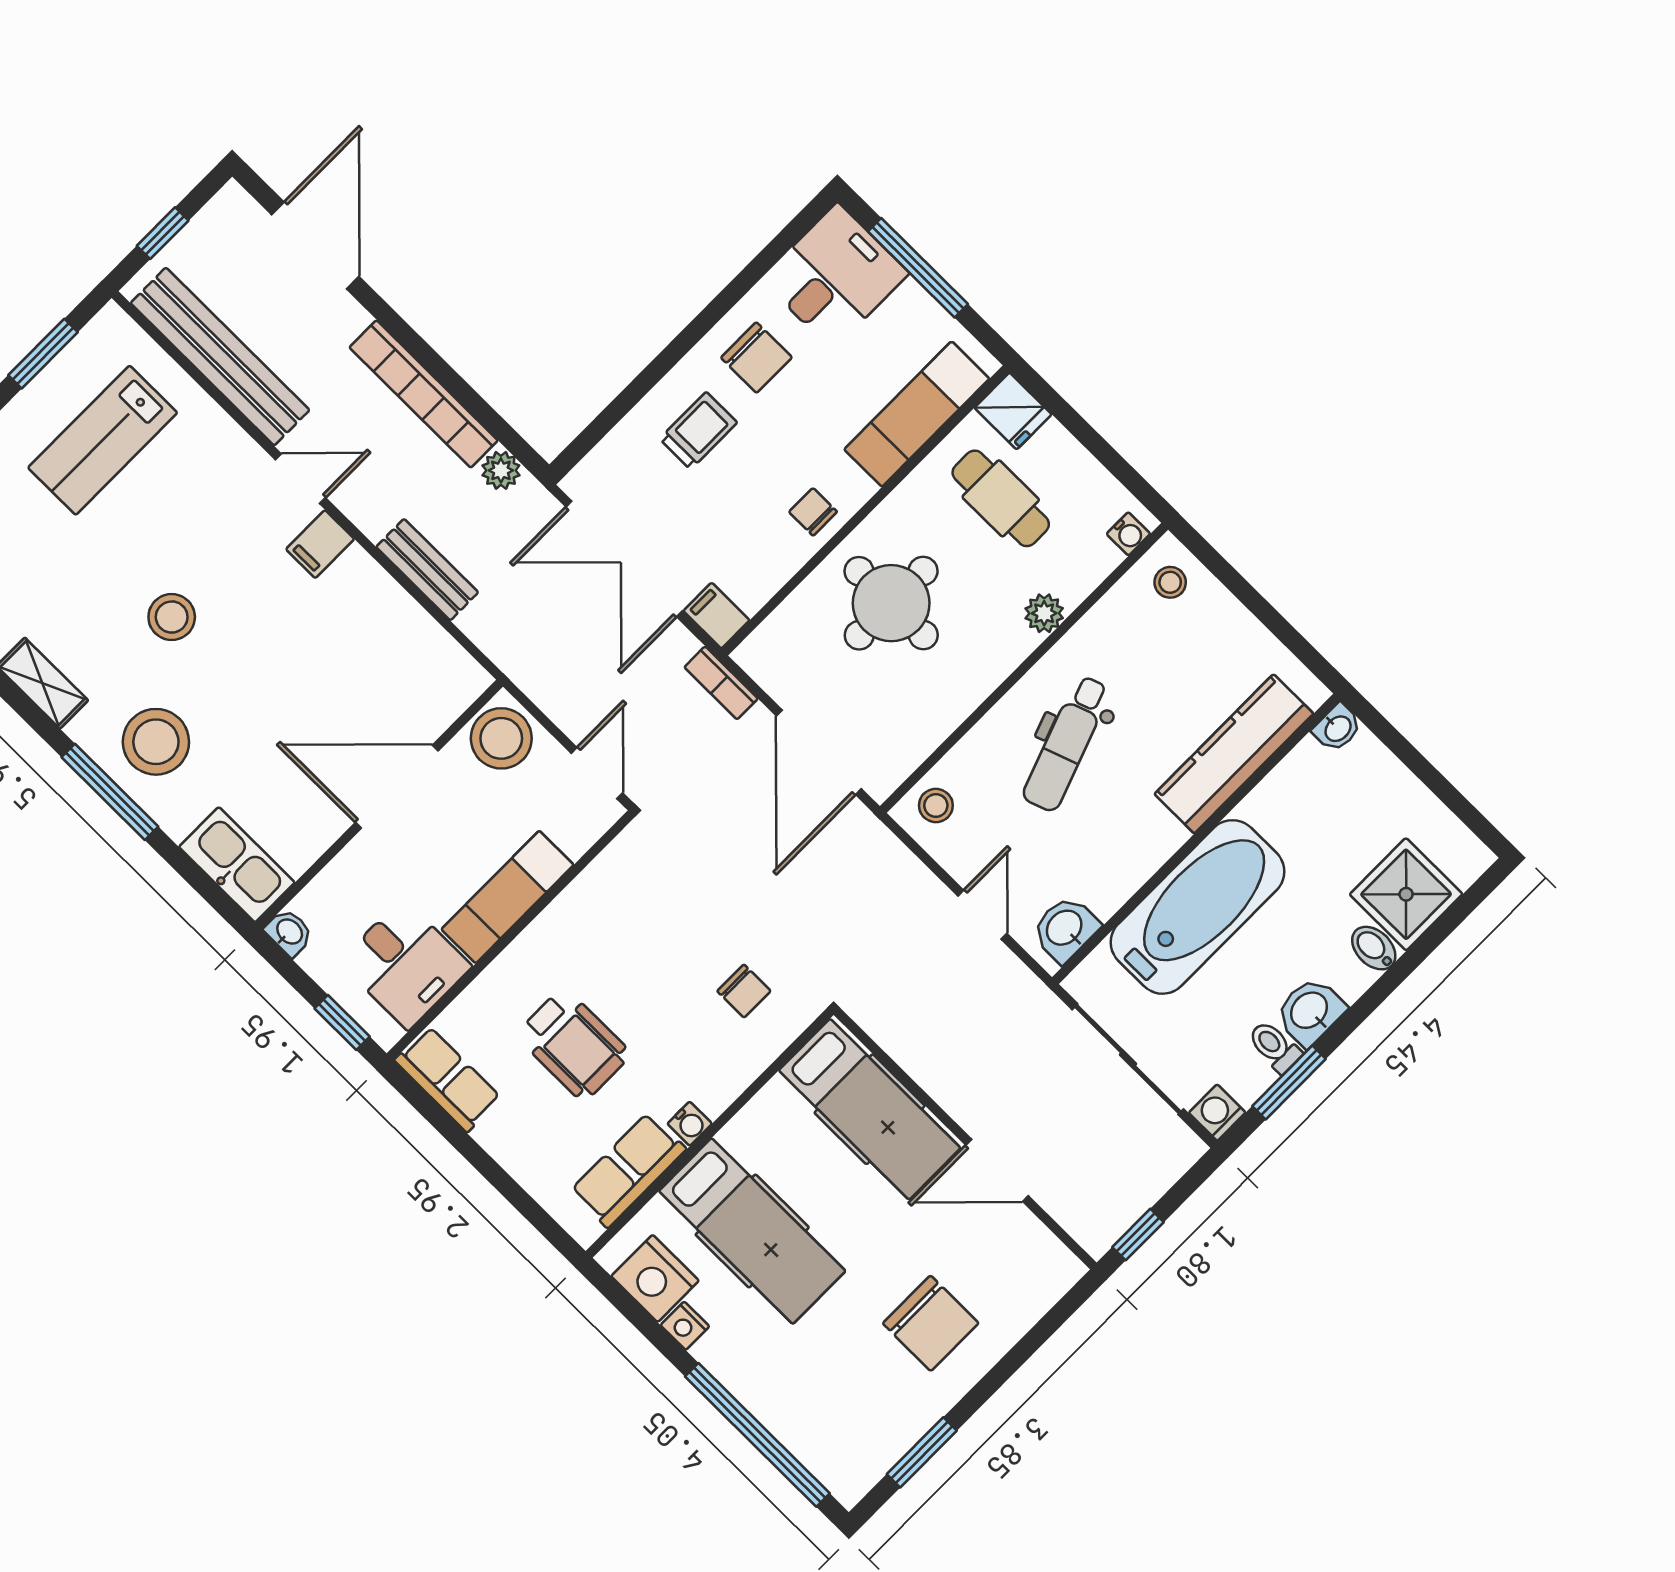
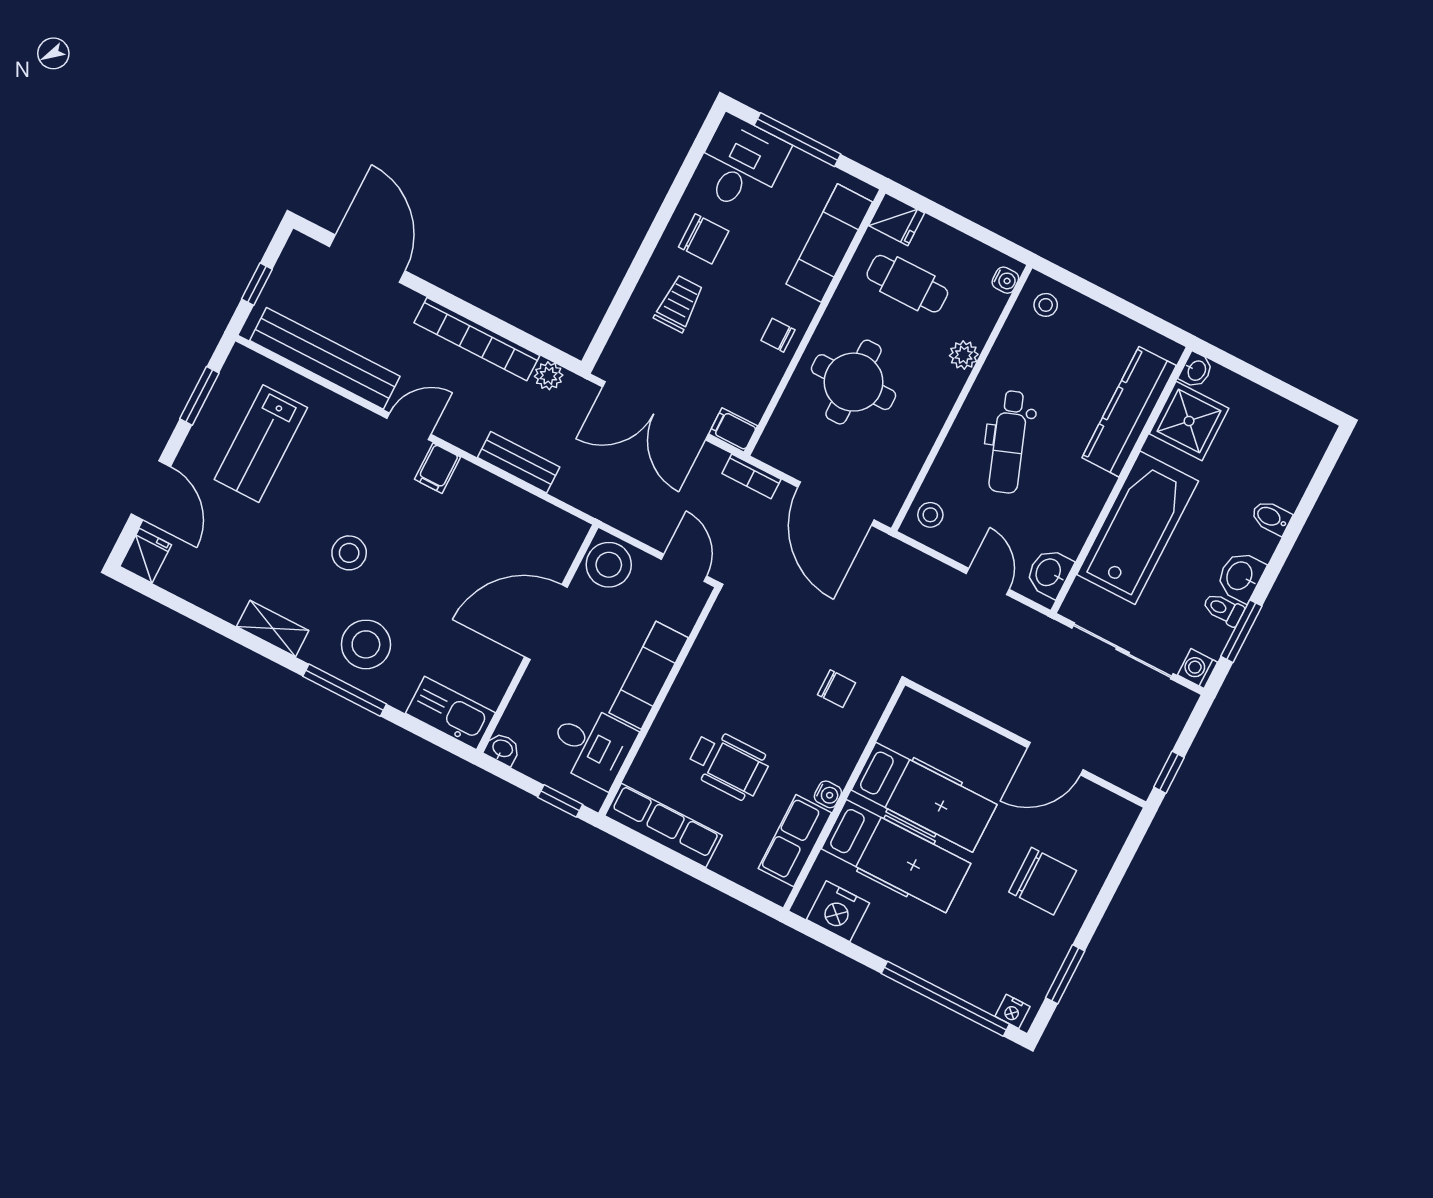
shower: (1406, 894) -> (1189, 421), moved
row of seats: (448, 1079) -> (664, 825), width x1.48
hospital bed: (870, 1109) -> (924, 797), moved
nightstand: (685, 1326) -> (1013, 1011), moved

